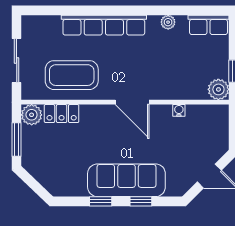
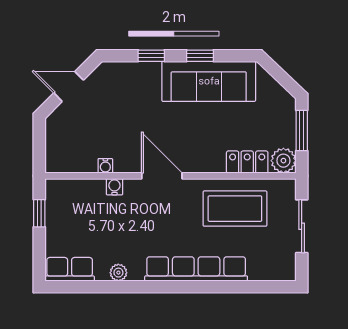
plant: (218, 89) -> (57, 191), removed
water cooler: (171, 93) -> (114, 187), added
sofa: (126, 180) -> (209, 81), moved

